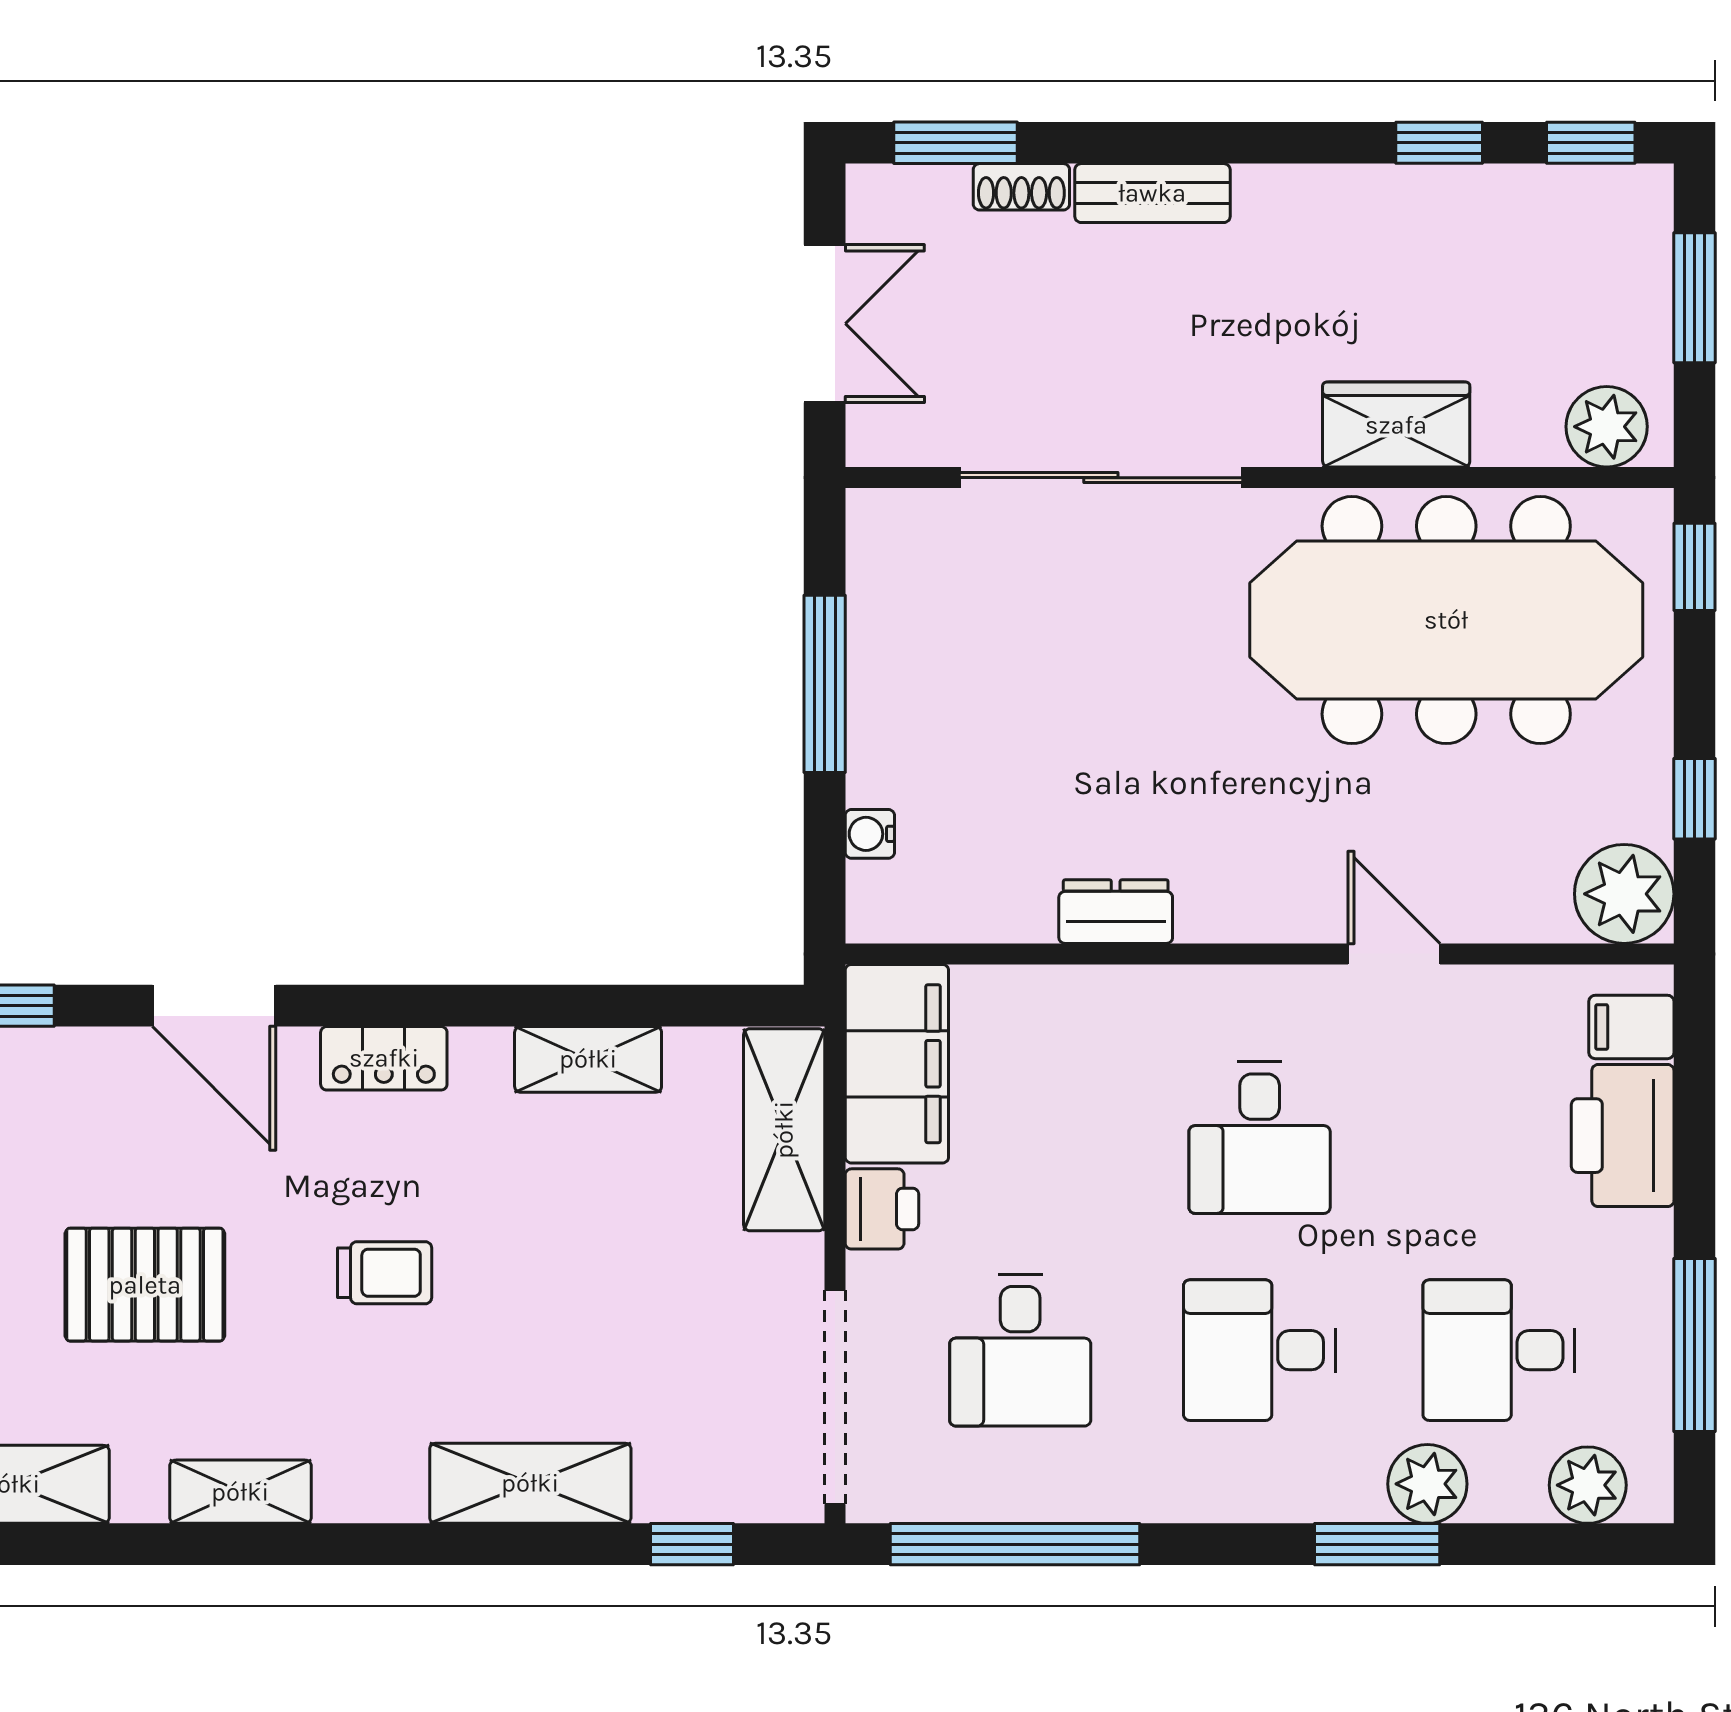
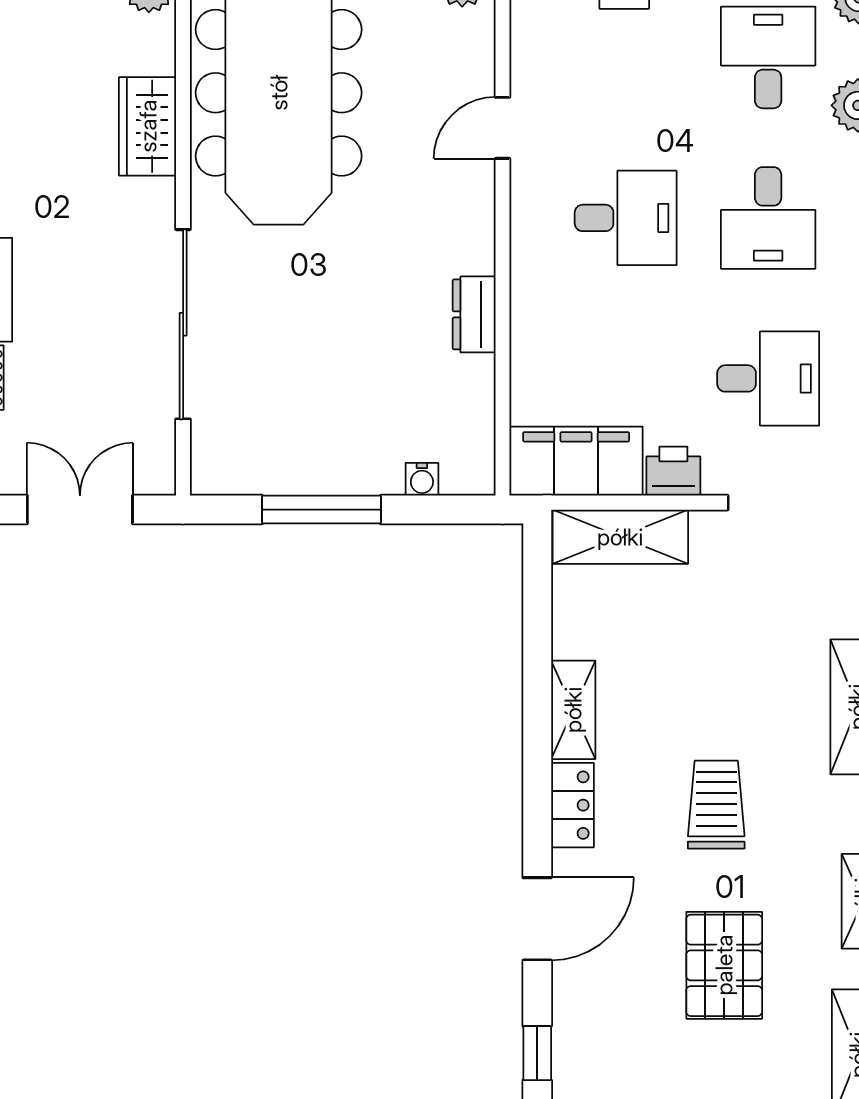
shelving: (588, 1059) -> (573, 710), moved
trolley: (385, 1273) -> (716, 805), width x1.36, depth x1.39
desk: (1499, 1350) -> (768, 57), turned 180

